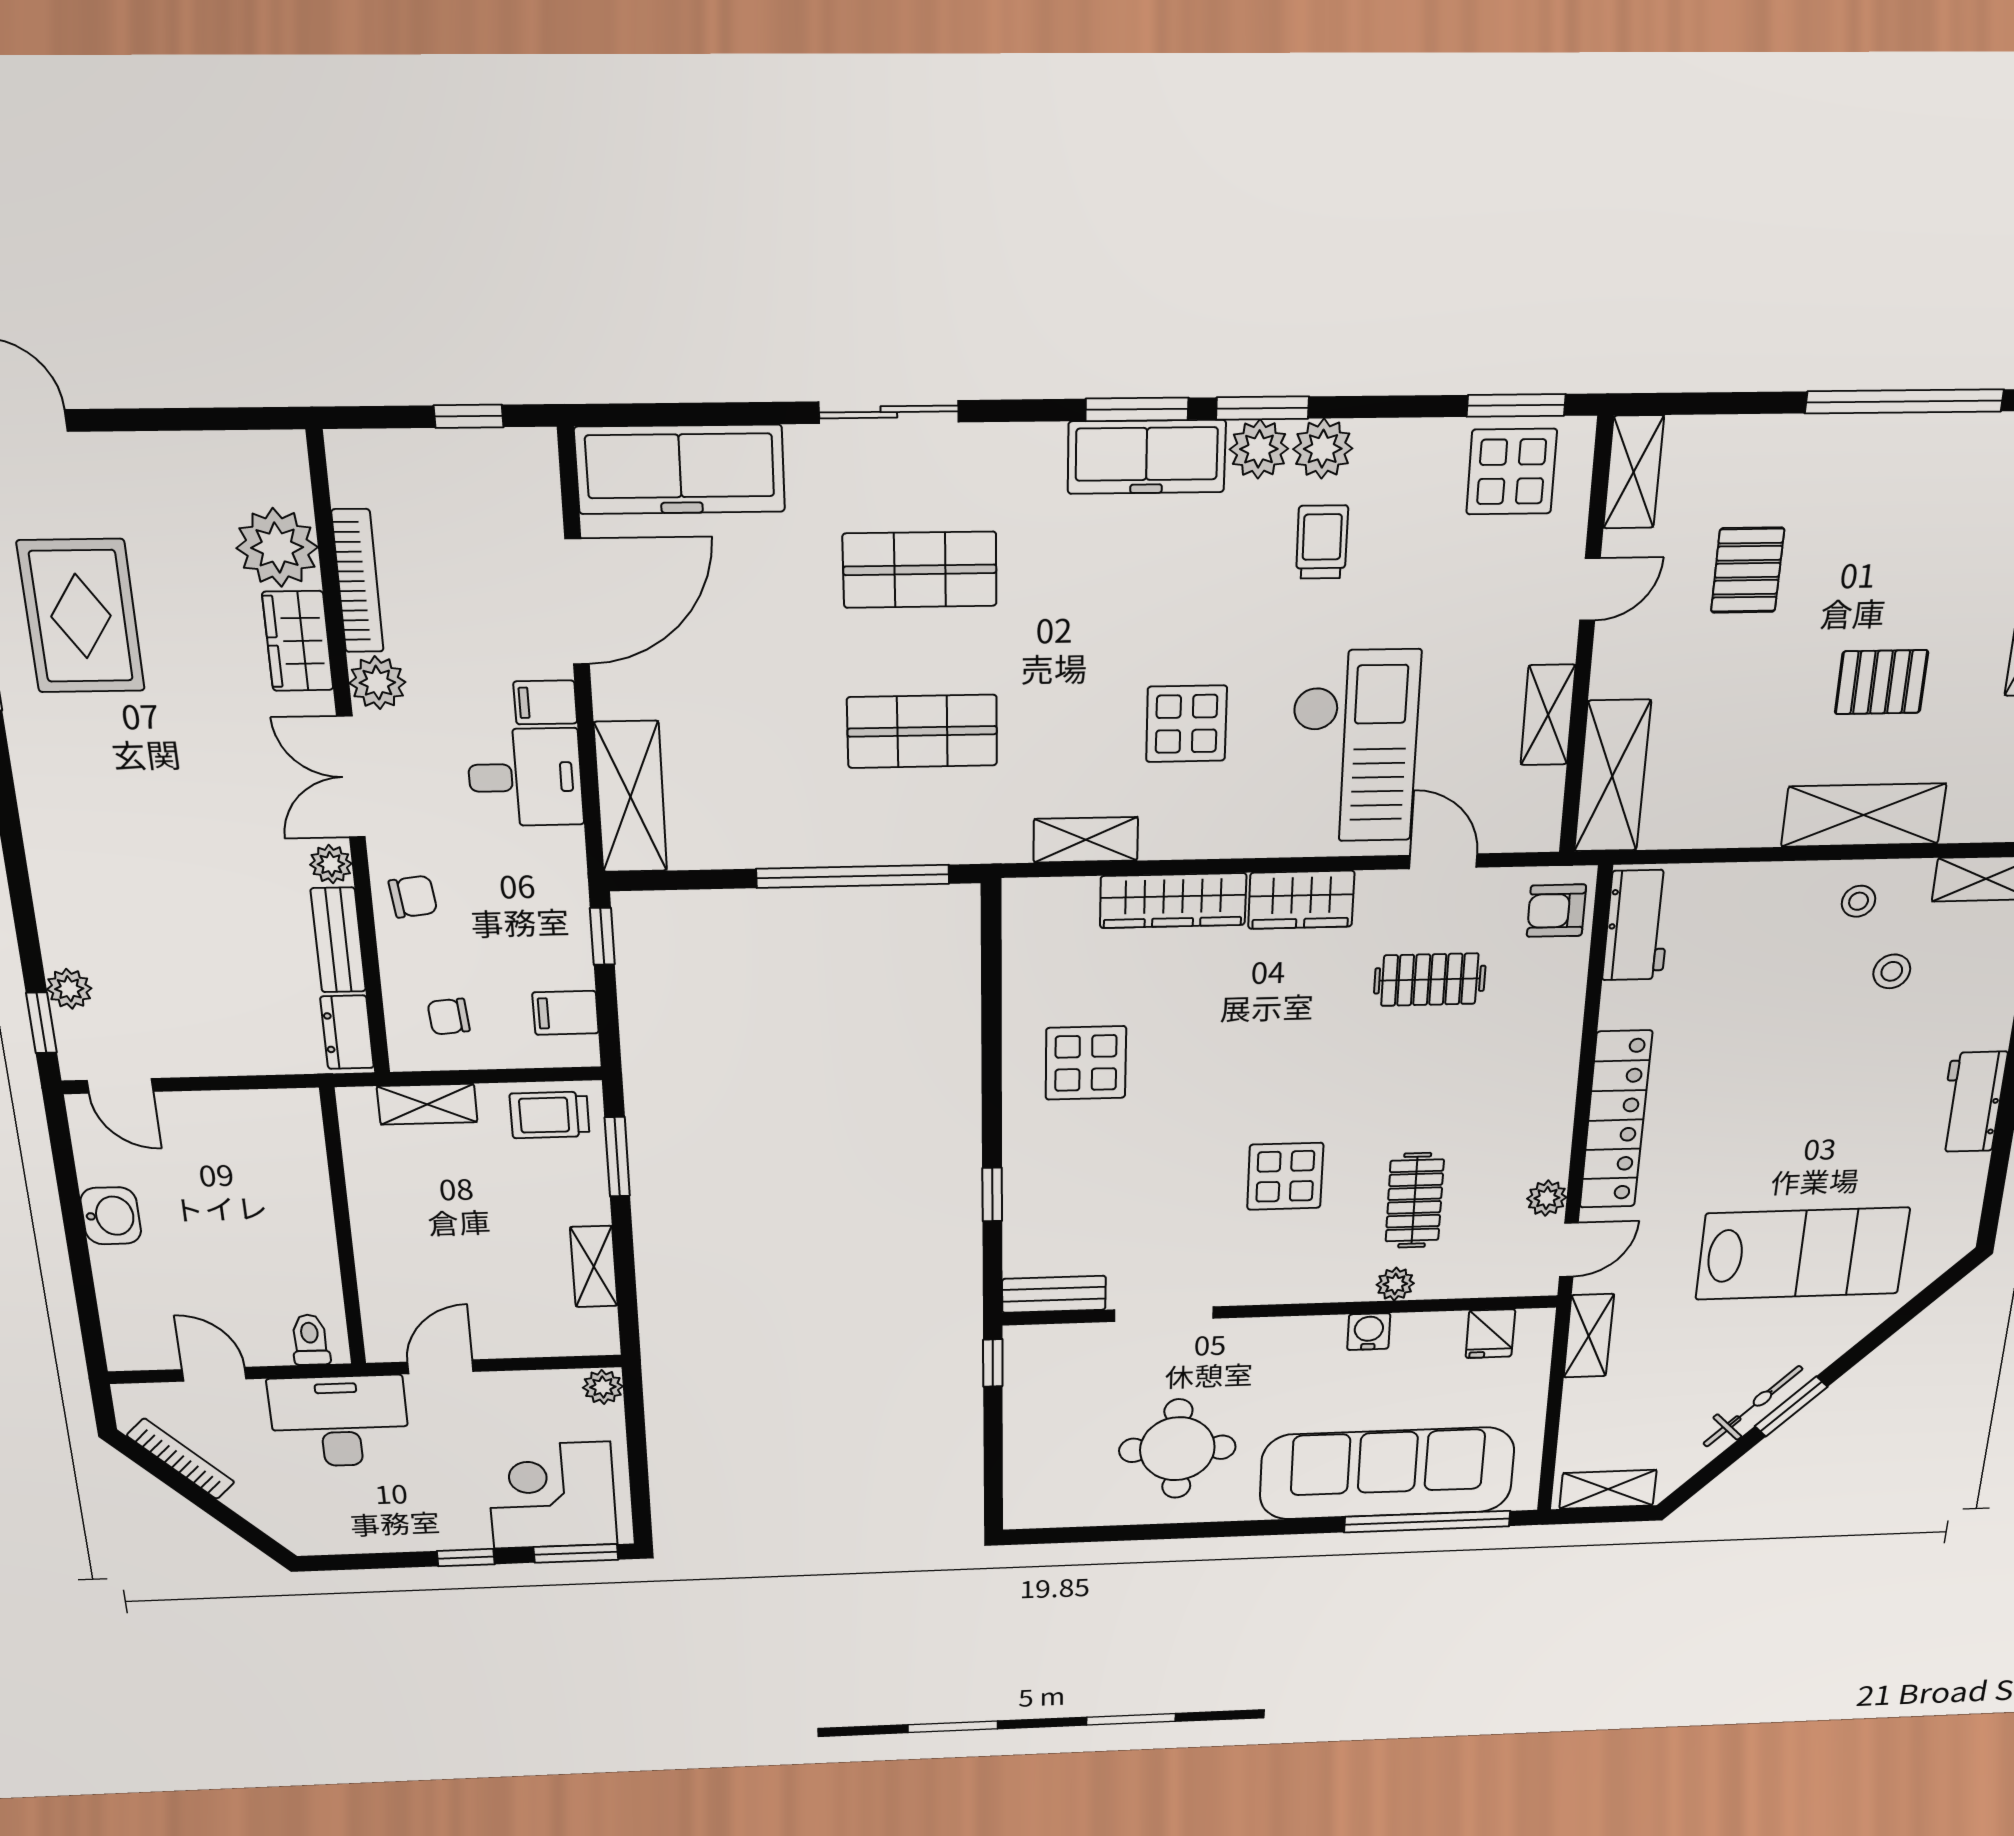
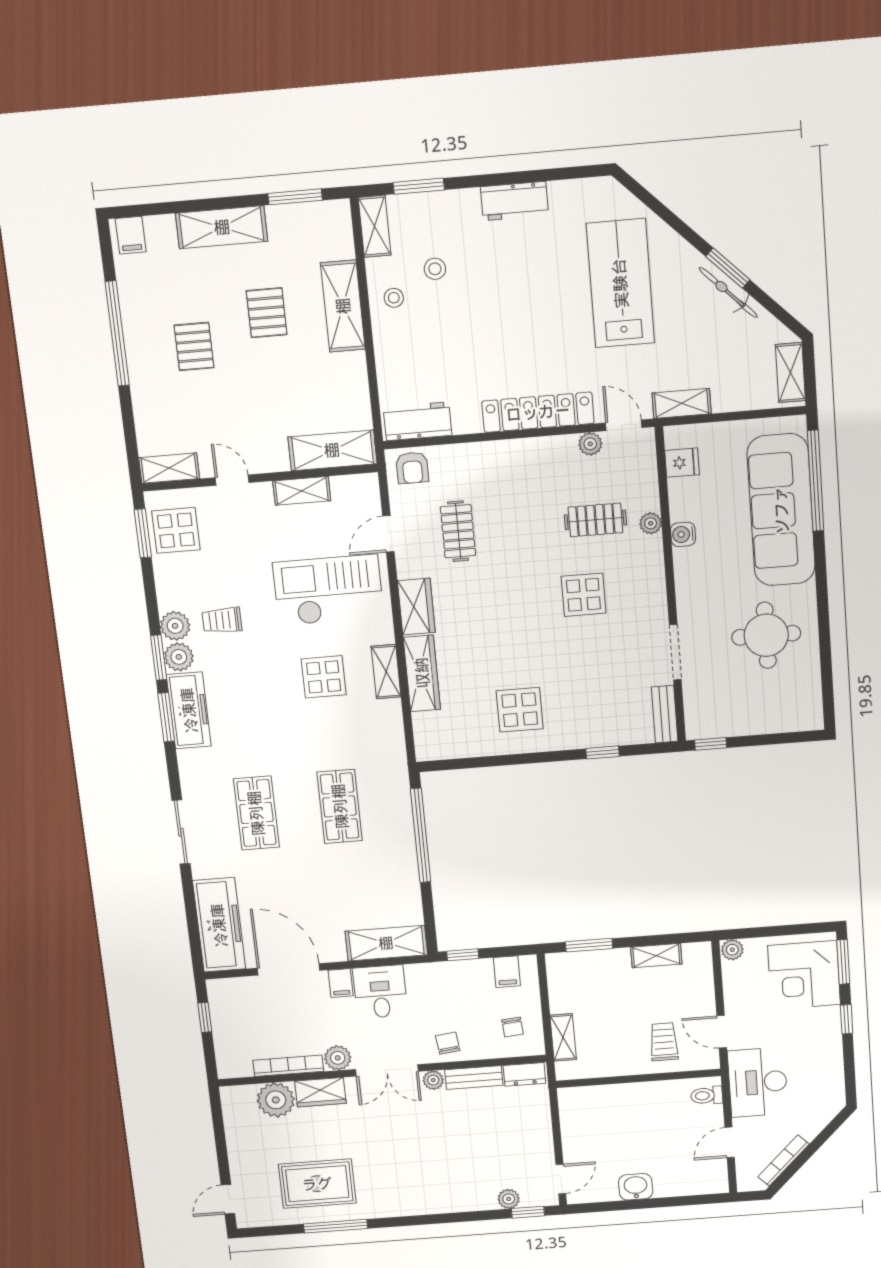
pallet: (1748, 570) -> (194, 346), moved, turned 90
shelving: (1086, 840) -> (386, 672), moved
trolley: (550, 1115) -> (664, 1042), moved, turned 180

